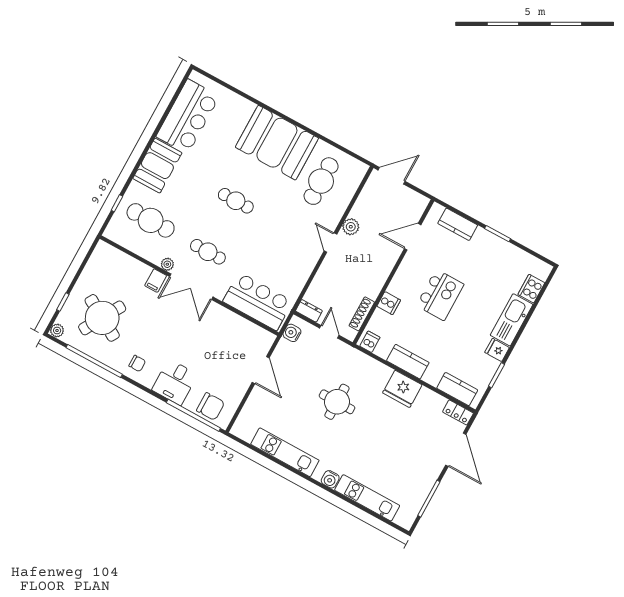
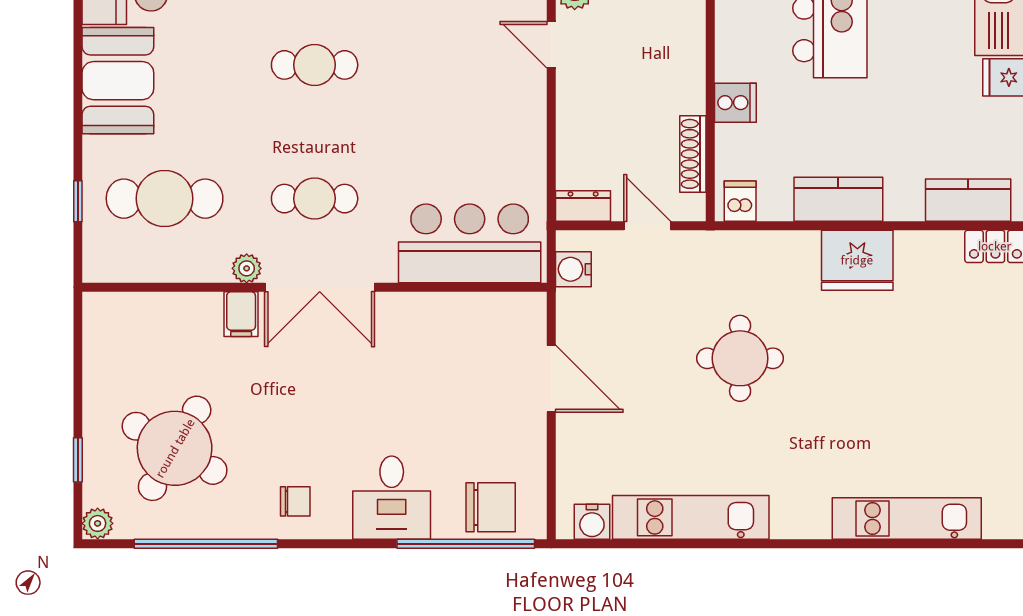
water cooler: (330, 479) -> (592, 522), moved

